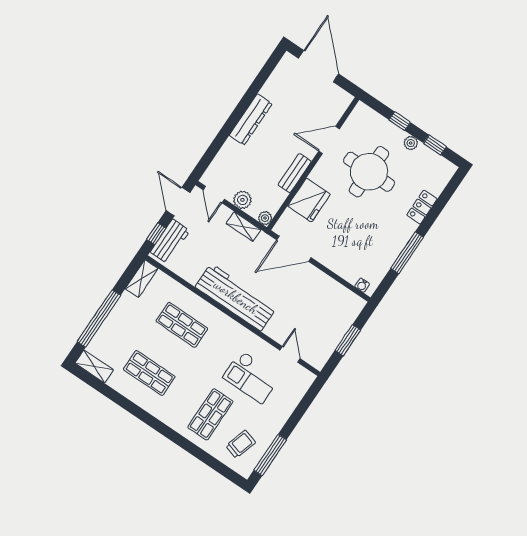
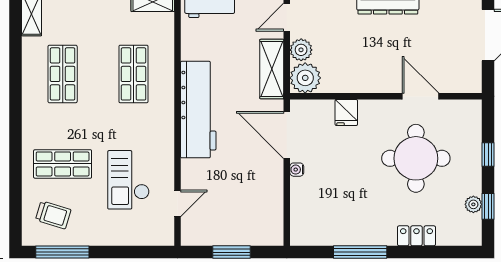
plant: (411, 143) -> (473, 204), moved
bench: (295, 173) -> (364, 84), removed
fridge: (309, 200) -> (346, 113), width x0.53, depth x0.75
plant: (265, 218) -> (305, 78), width x1.88, depth x1.88
shelving: (243, 227) -> (272, 69), width x1.50, depth x1.33
water cooler: (362, 285) -> (297, 170), moved

